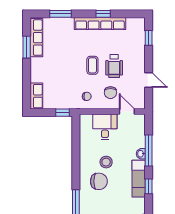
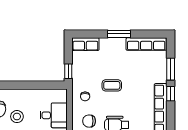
window: (103, 14) -> (171, 94), moved
window: (27, 47) -> (119, 34), moved
coffee table: (92, 65) -> (112, 85), moved

